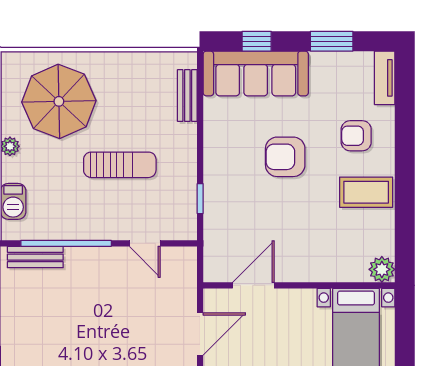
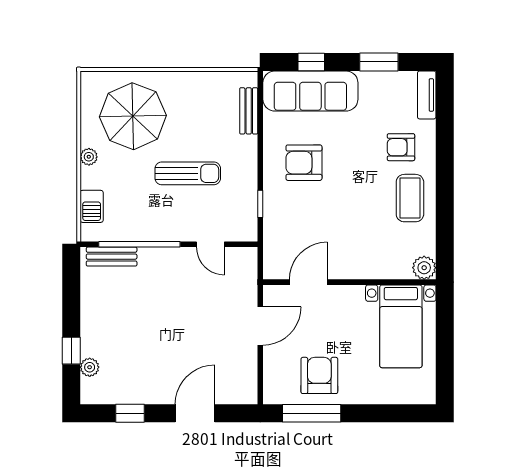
armchair: (285, 157) -> (304, 163), moved
coffee table: (366, 192) -> (410, 198), turned 90

